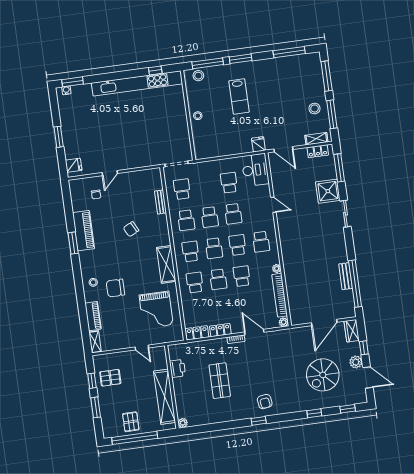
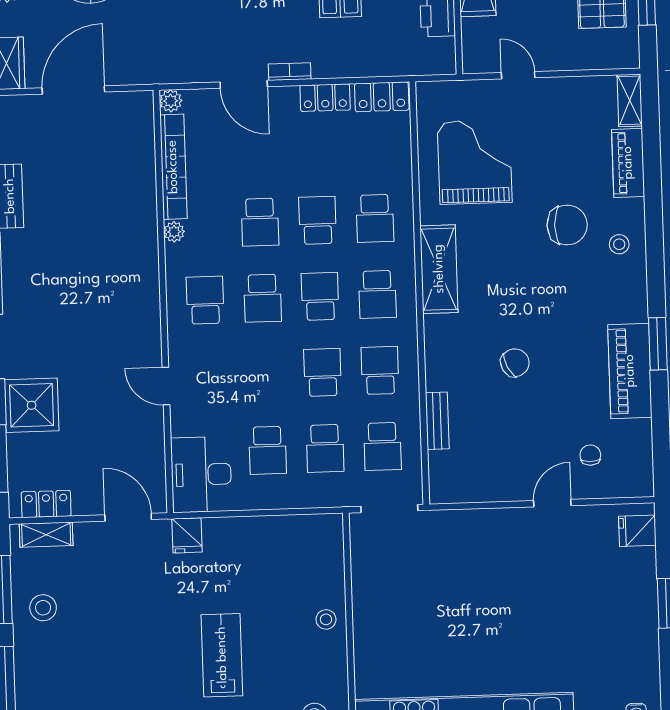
school desk: (233, 214) -> (325, 448), moved, turned 180

